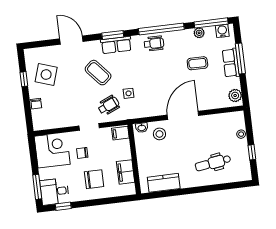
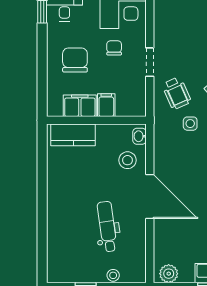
filing cabinet: (120, 133) -> (106, 105), moved
dental chair: (213, 163) -> (107, 227), moved
chair: (94, 179) -> (75, 60), turned 180
kitchen counter: (164, 183) -> (73, 135), moved, turned 90

